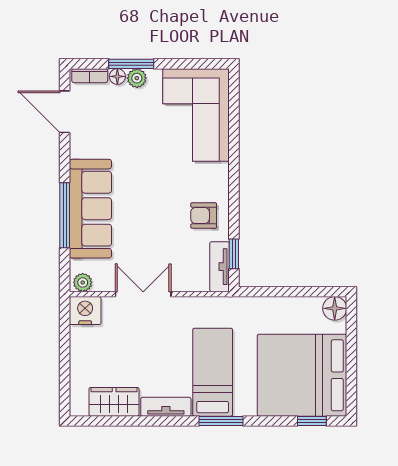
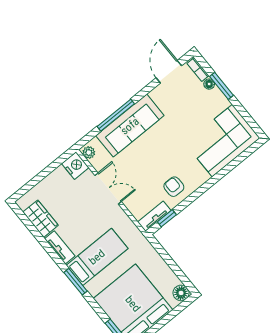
plant: (137, 78) -> (216, 95), removed

